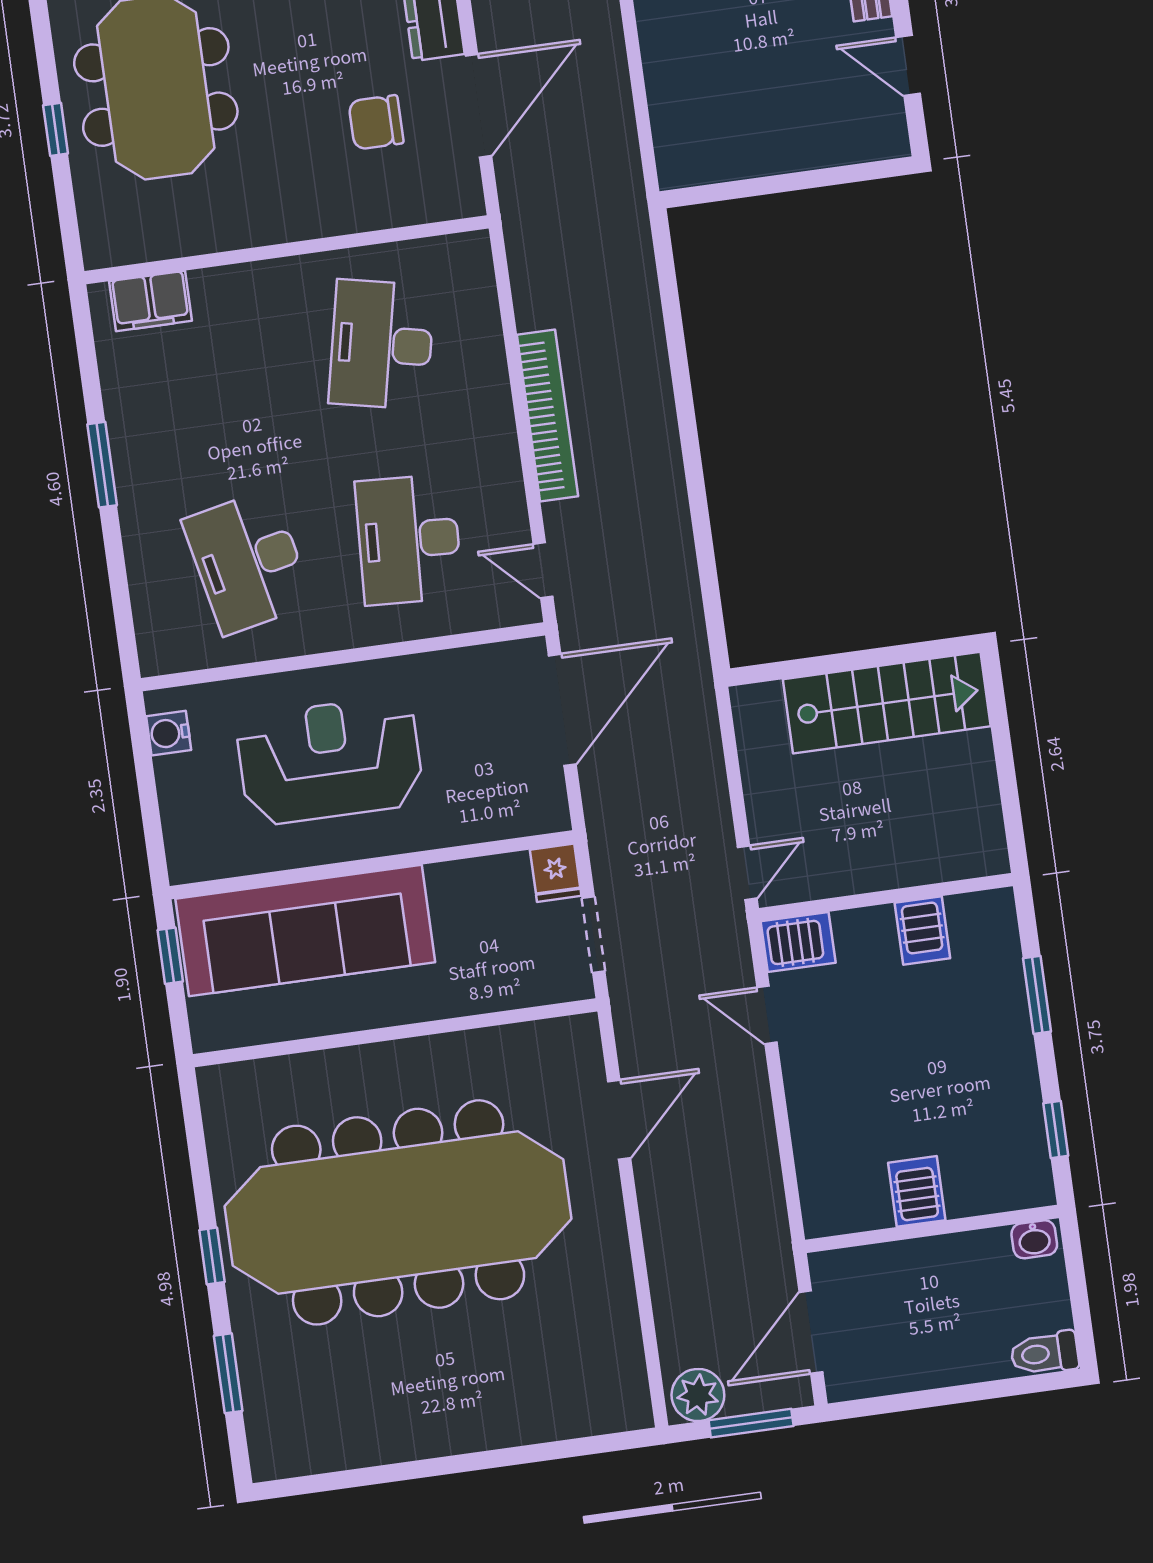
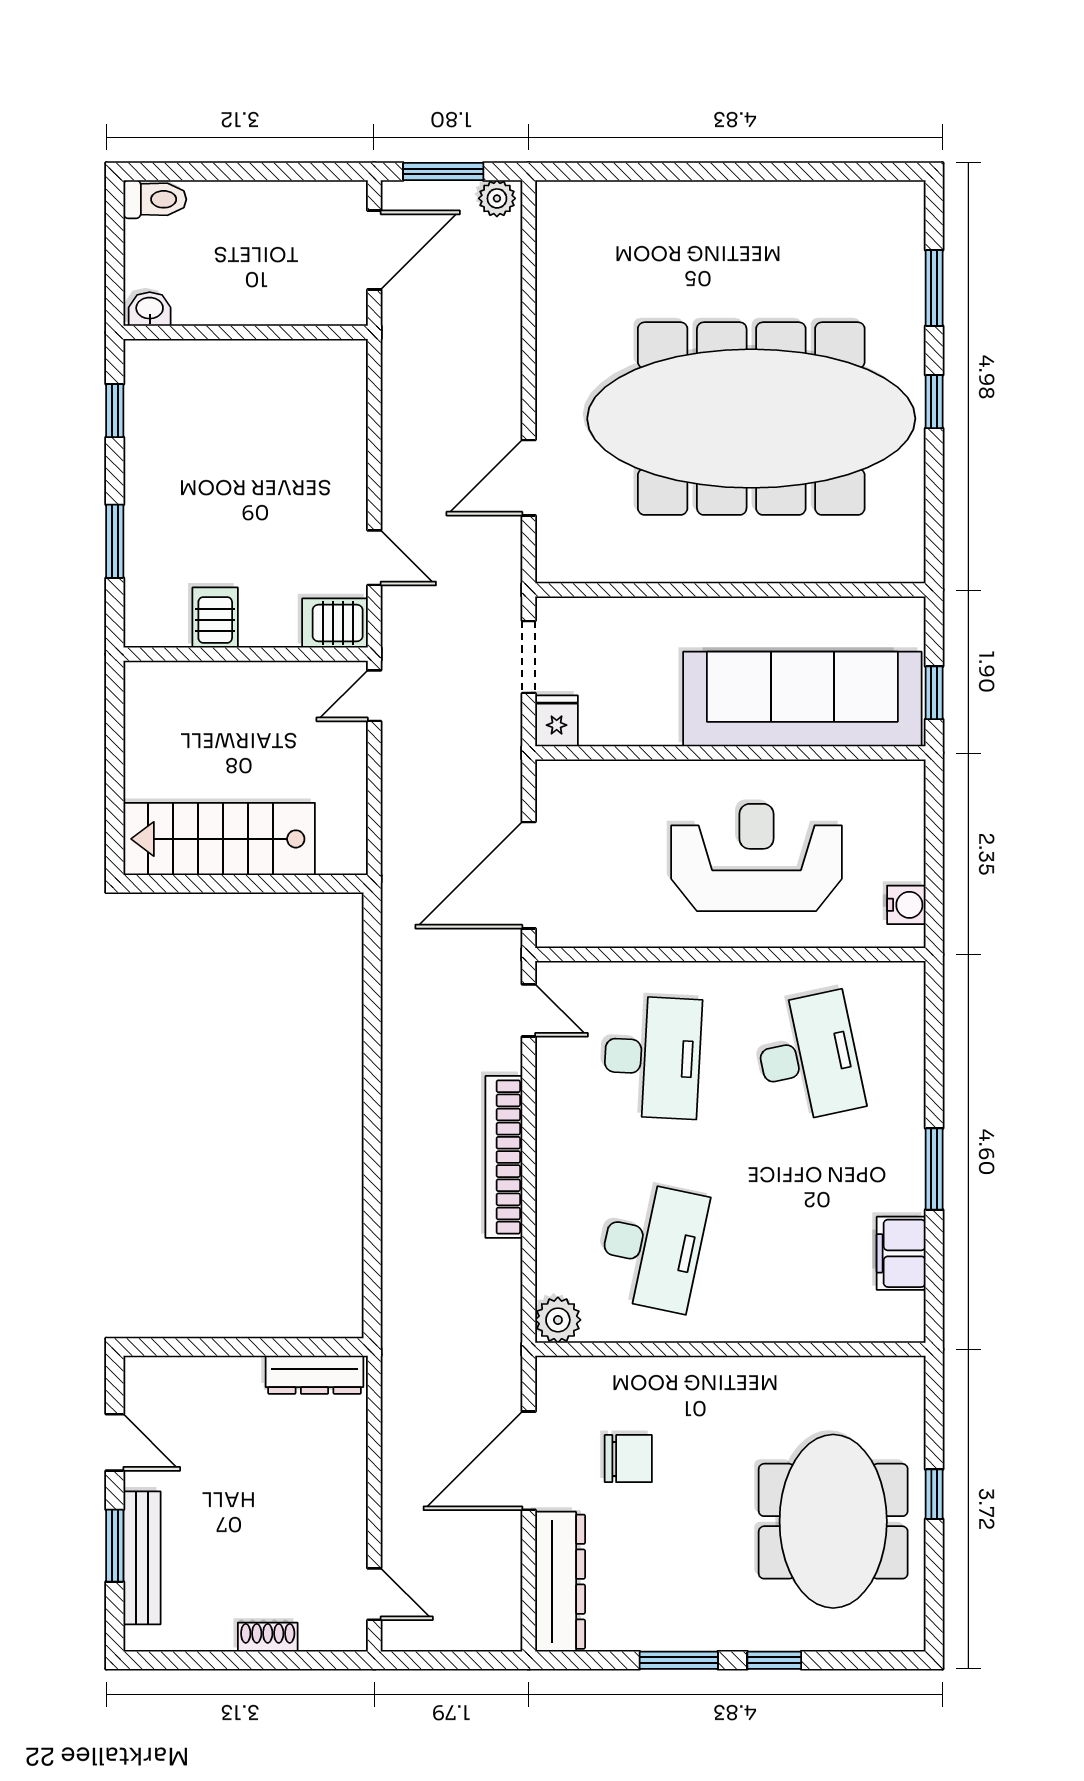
dresser: (712, 164) -> (315, 1375), added
plant: (468, 255) -> (558, 1320), added
filing cabinet: (151, 301) -> (901, 1253), moved, turned -90
reception desk: (330, 761) -> (757, 857), turned 180
server rack: (917, 1191) -> (255, 370), removed
plant: (698, 1395) -> (497, 198), width x0.73, depth x0.73

